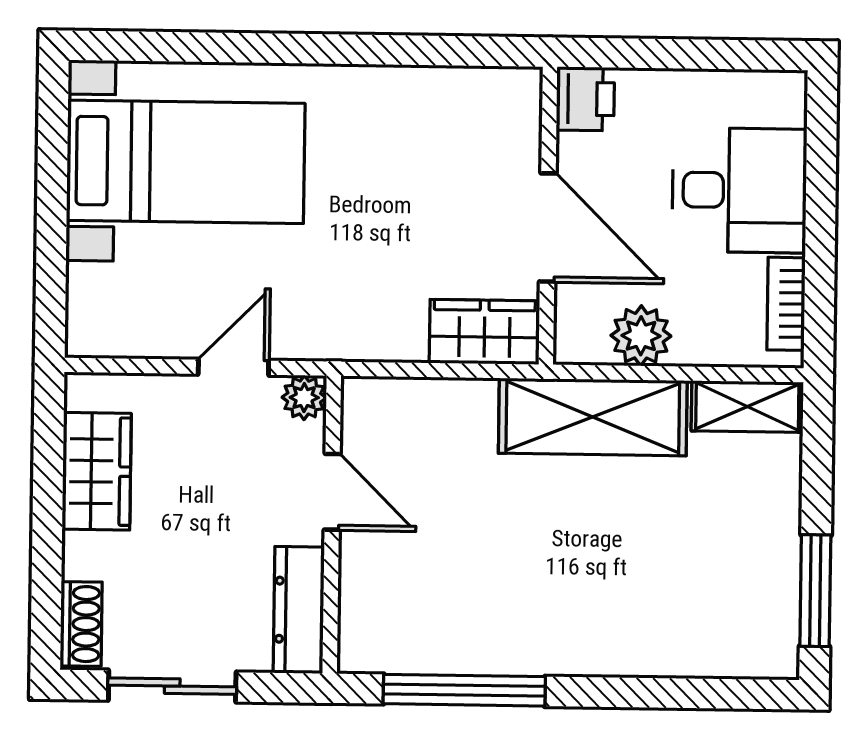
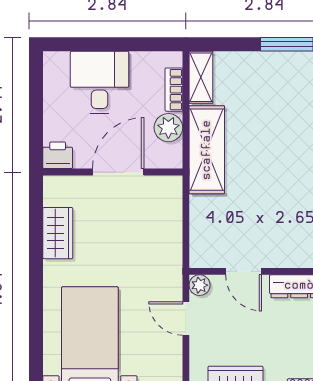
bookcase: (786, 304) -> (174, 90), moved, turned 90
wardrobe: (484, 332) -> (58, 233), moved, turned 180
door: (332, 492) -> (244, 271), swing flipped

